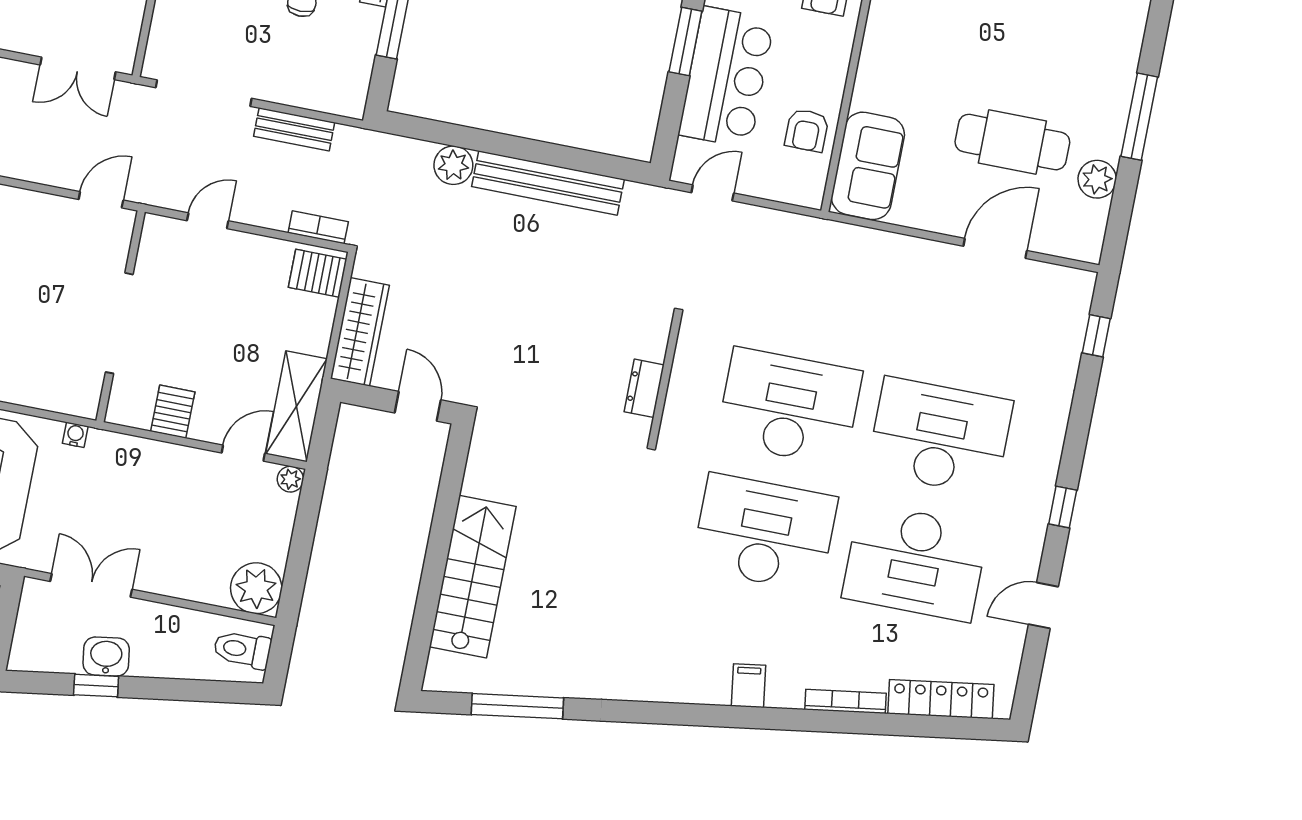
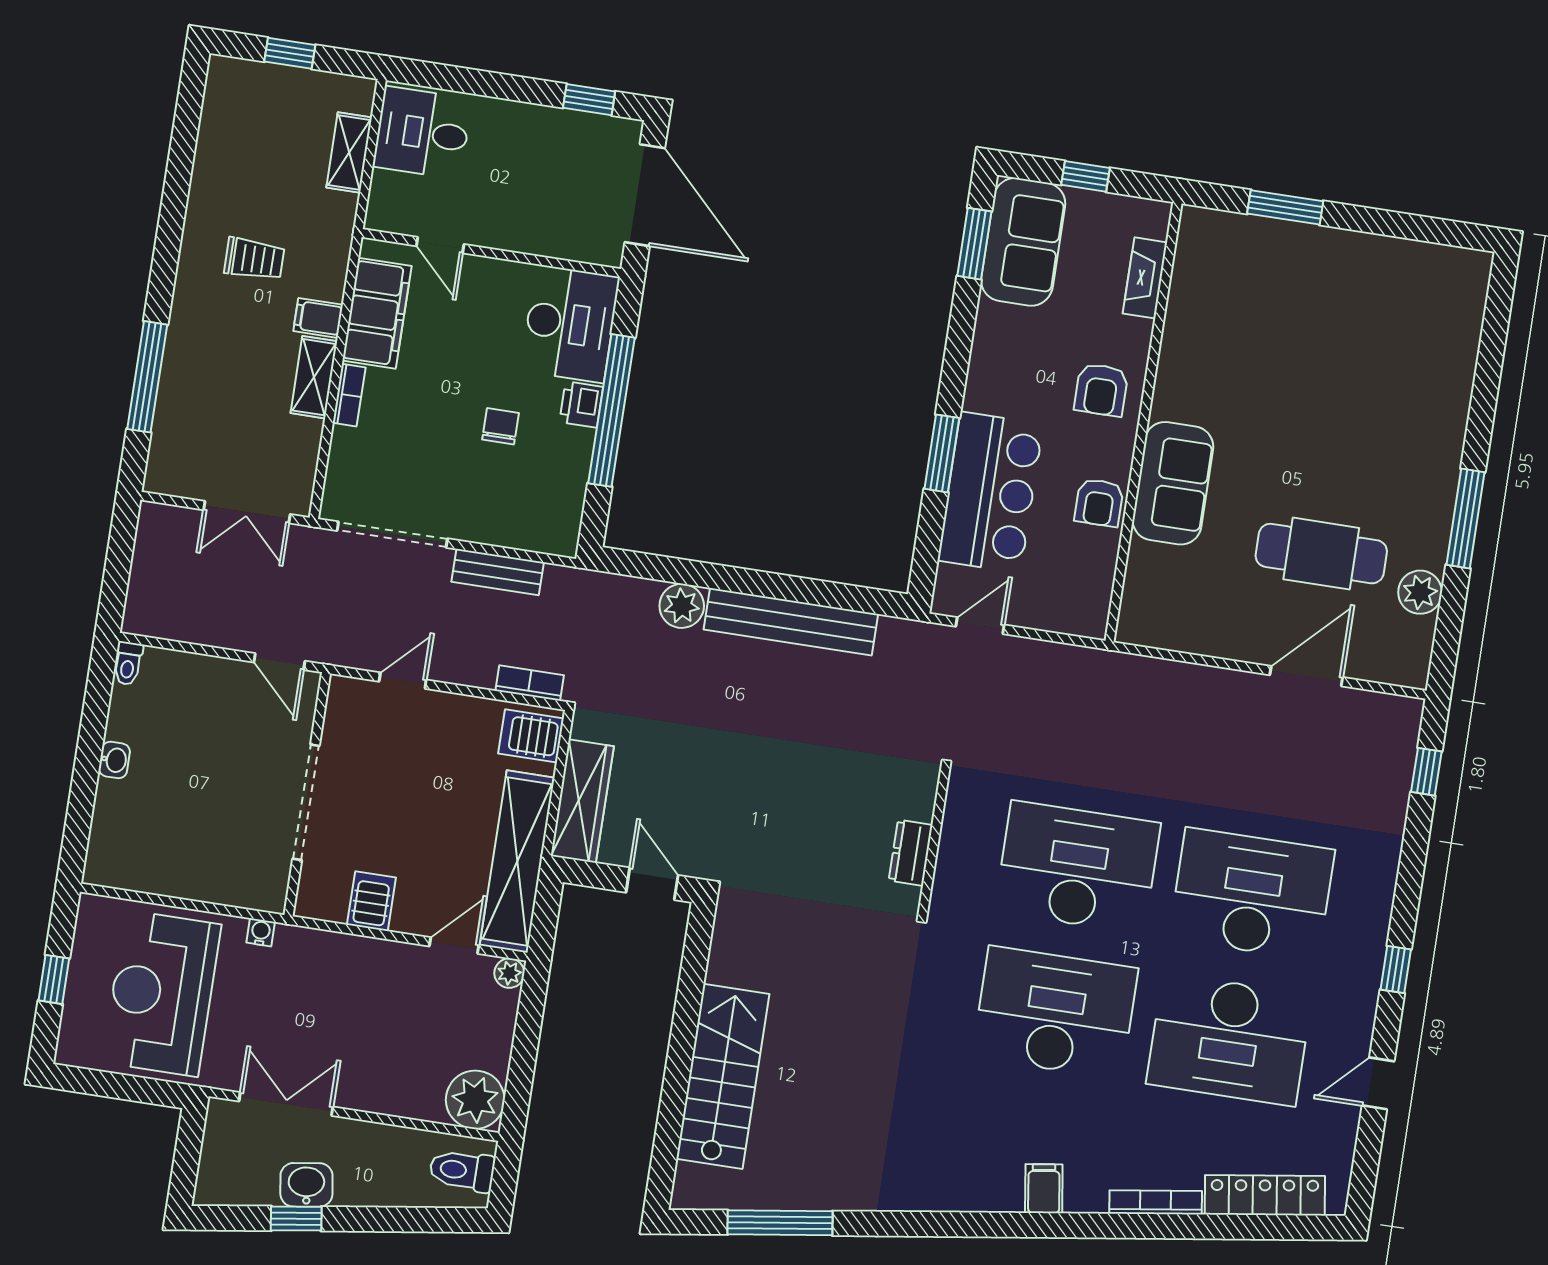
armchair: (807, 130) -> (1099, 503), moved
sofa: (868, 166) -> (1173, 483), moved
door: (101, 200) -> (279, 662), swing flipped
shelving: (296, 406) -> (517, 862), width x1.47

